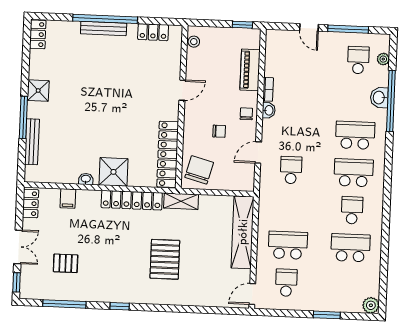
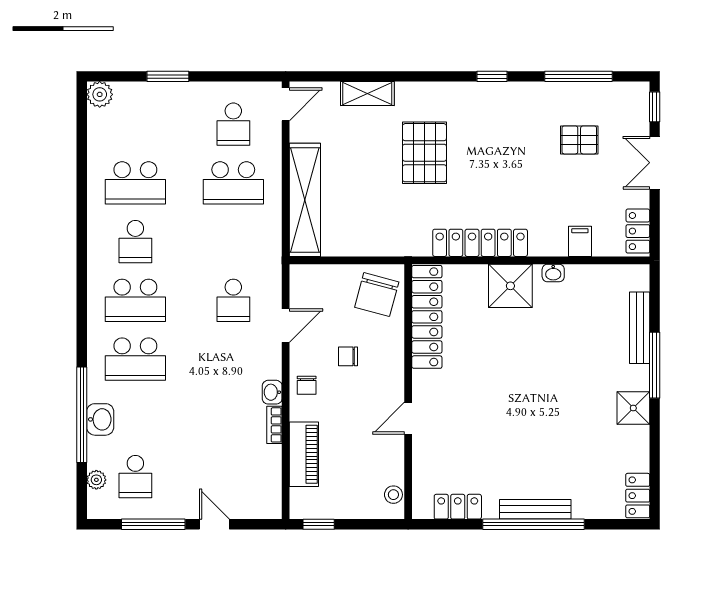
shelving: (181, 201) -> (367, 93), moved

